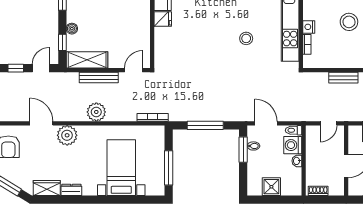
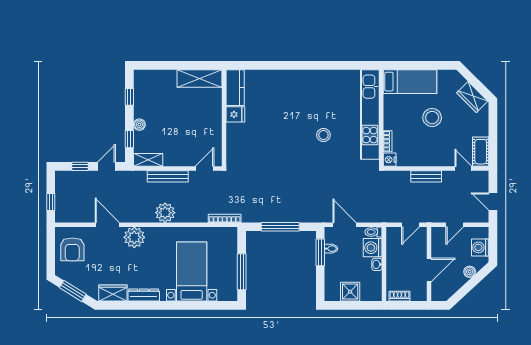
nightstand: (309, 27) -> (390, 160), moved
shelving: (87, 60) -> (148, 160), width x0.67, depth x0.75
dresser: (71, 190) -> (144, 295), width x1.44

